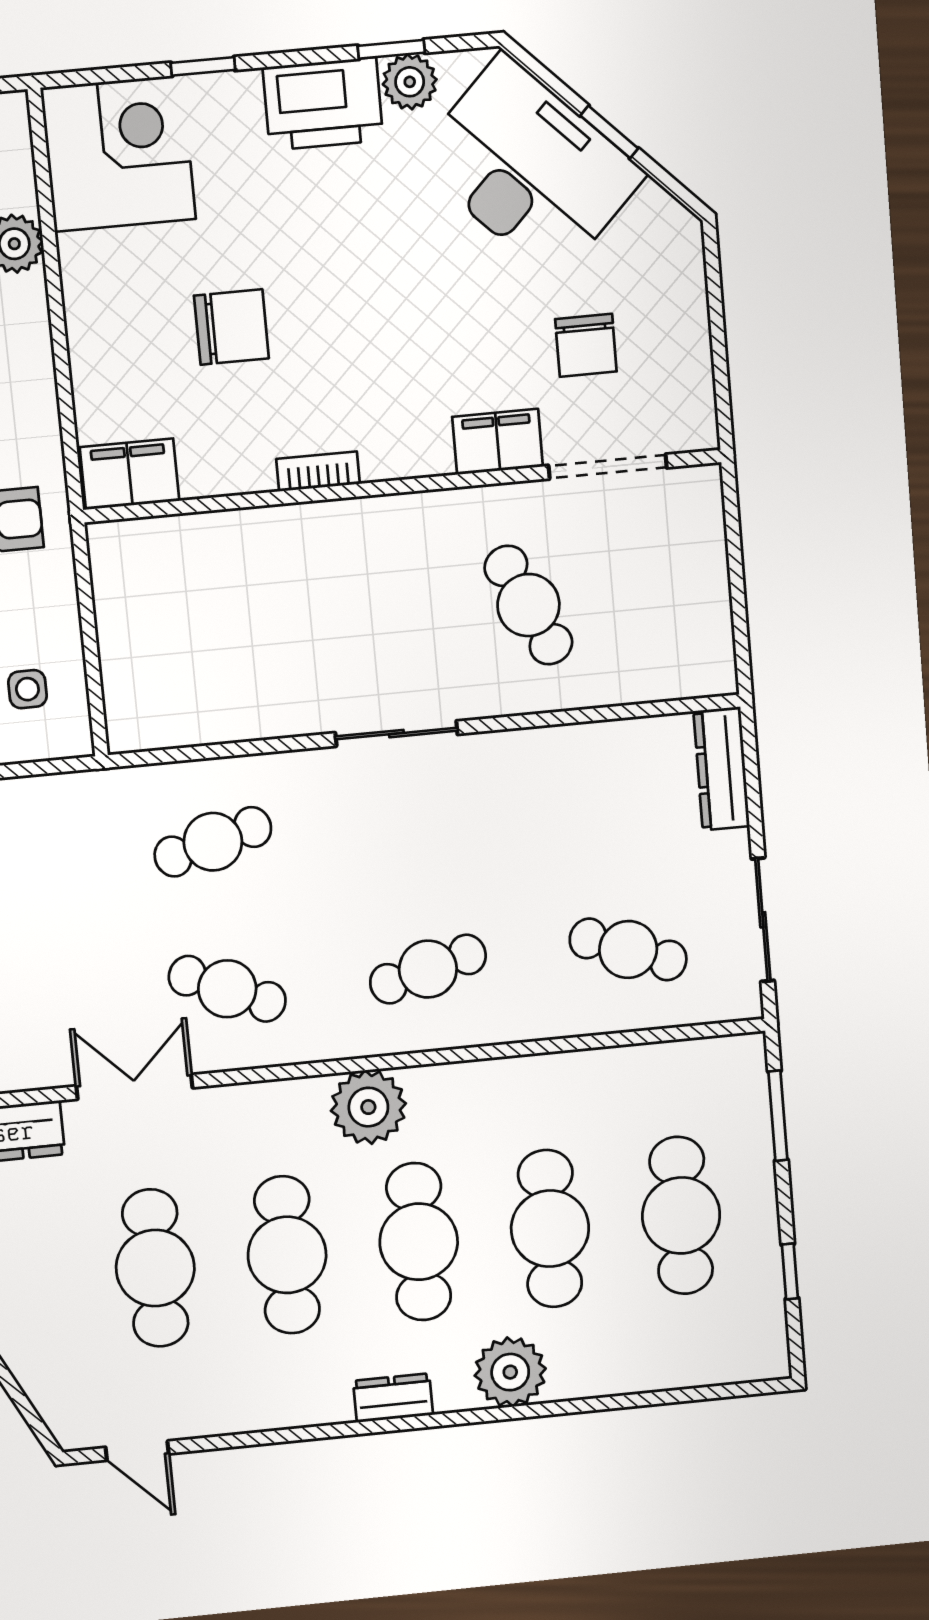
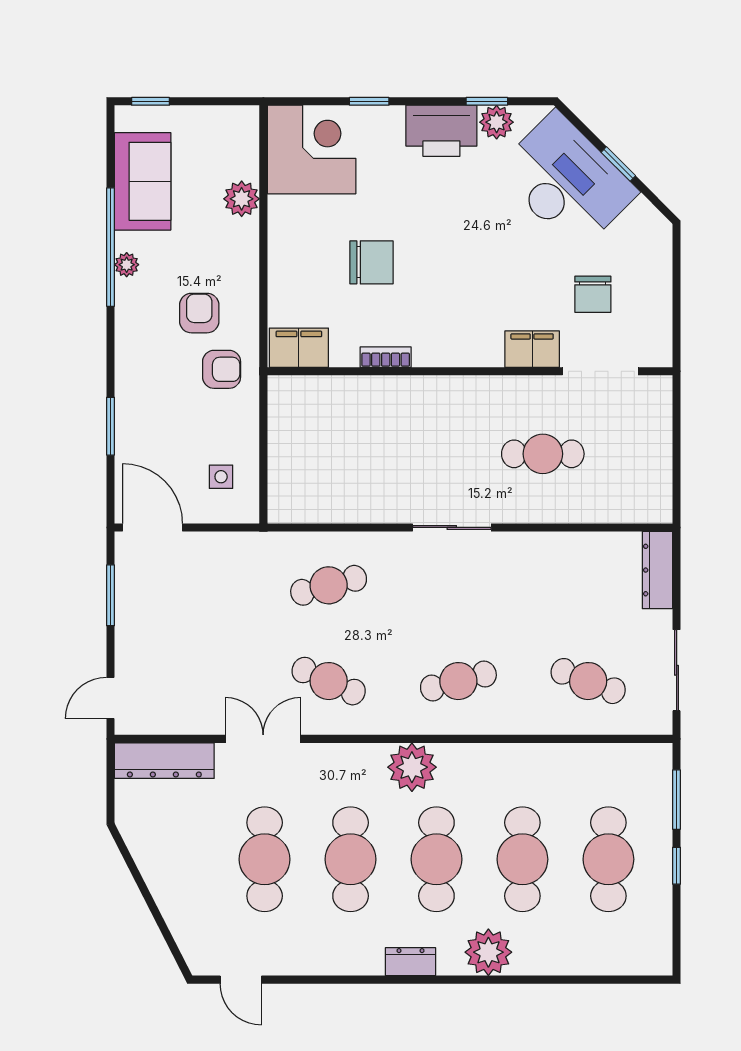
bookcase: (318, 471) -> (386, 357), moved
cafe table: (528, 605) -> (543, 454), turned -65
window: (790, 1271) -> (677, 866), moved

